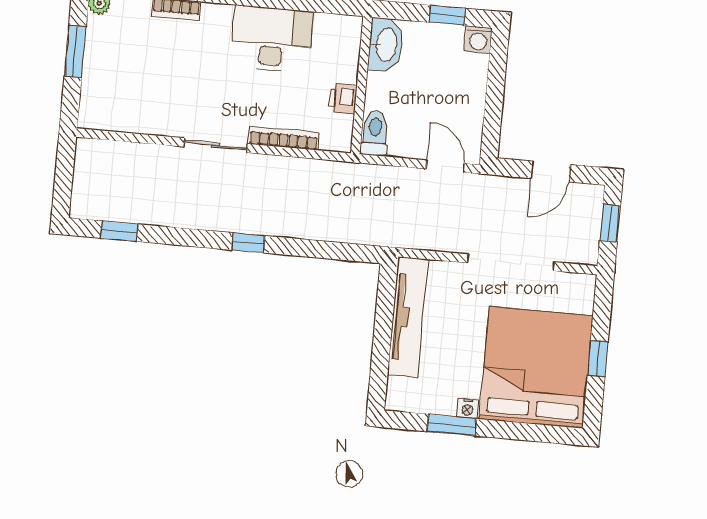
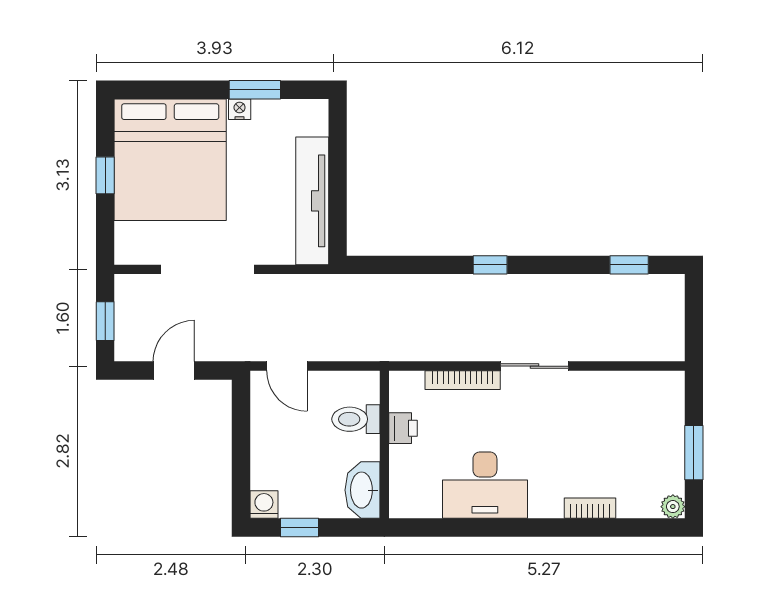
toilet: (375, 133) -> (356, 419), moved, turned 90

